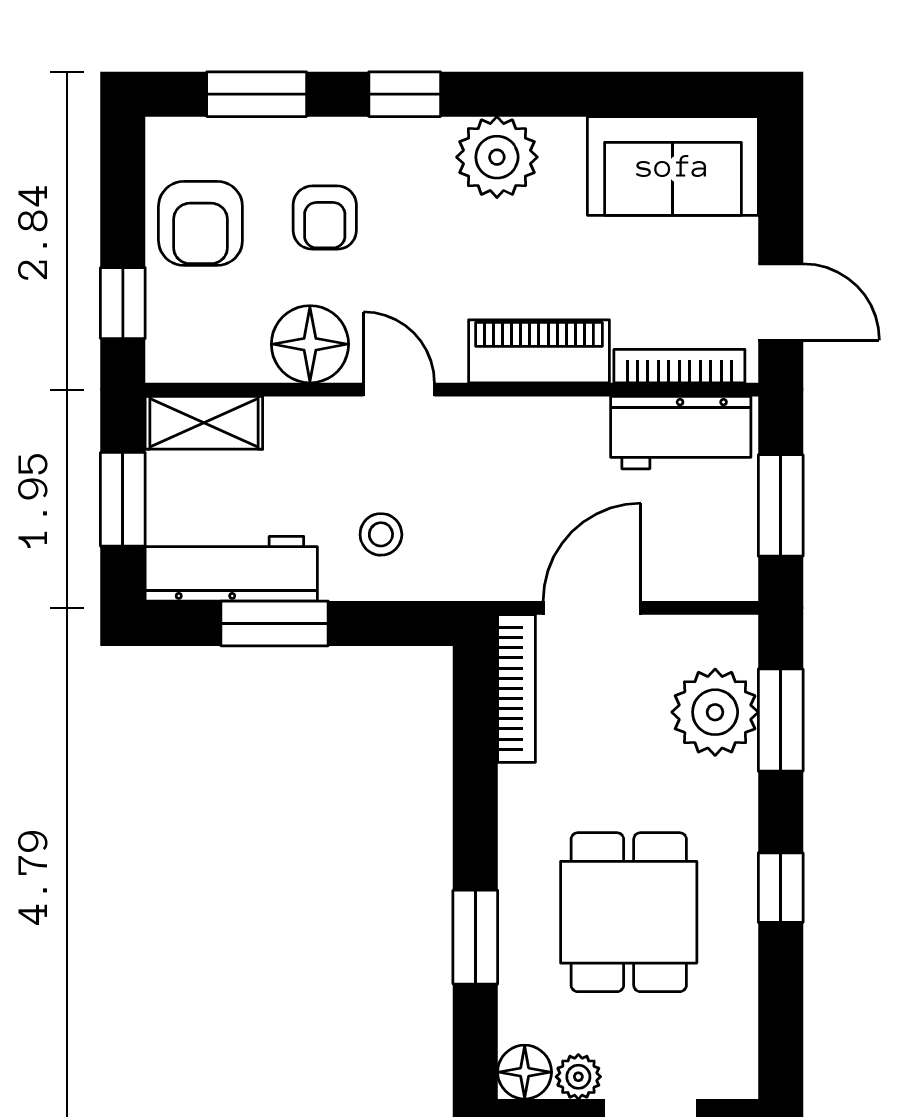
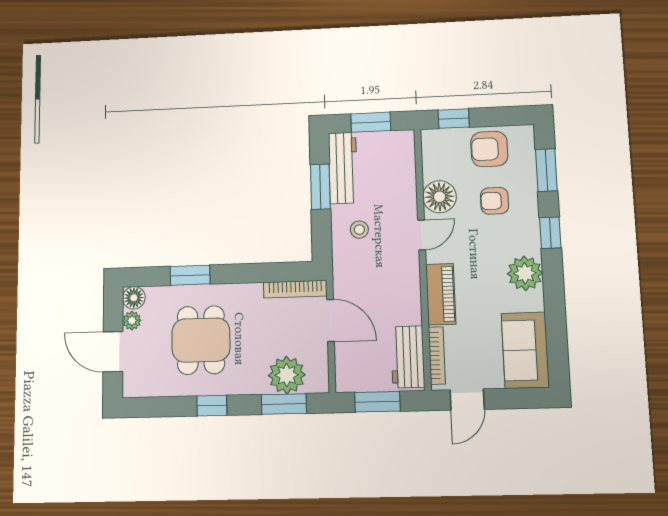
shelving: (204, 423) -> (404, 154), removed
dining table: (629, 912) -> (201, 340), turned 90

